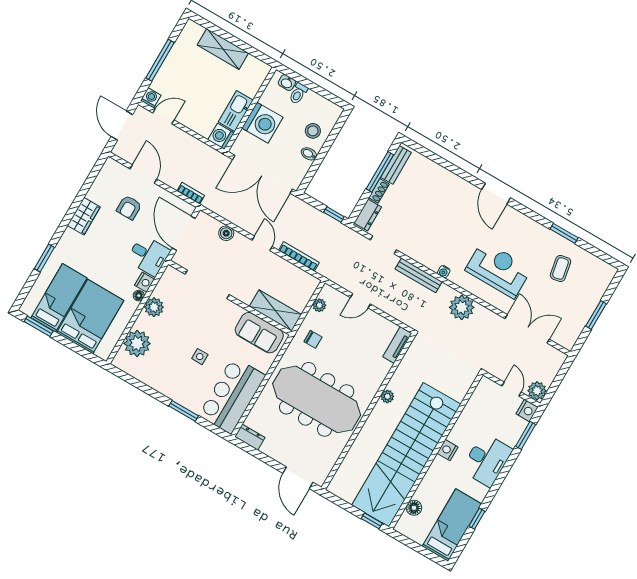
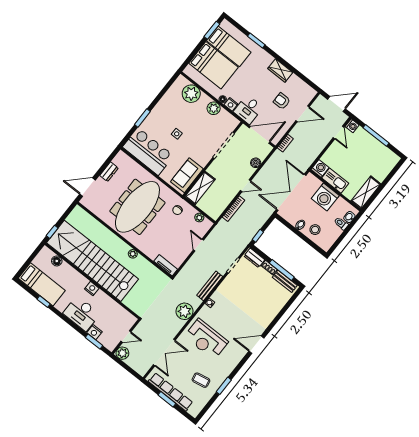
shelving: (223, 49) -> (366, 193), moved
reception desk: (498, 269) -> (206, 339), turned 90
row of seats: (584, 311) -> (171, 392), added
nightstand: (527, 411) -> (94, 332), moved
dresser: (250, 437) -> (109, 172), moved

